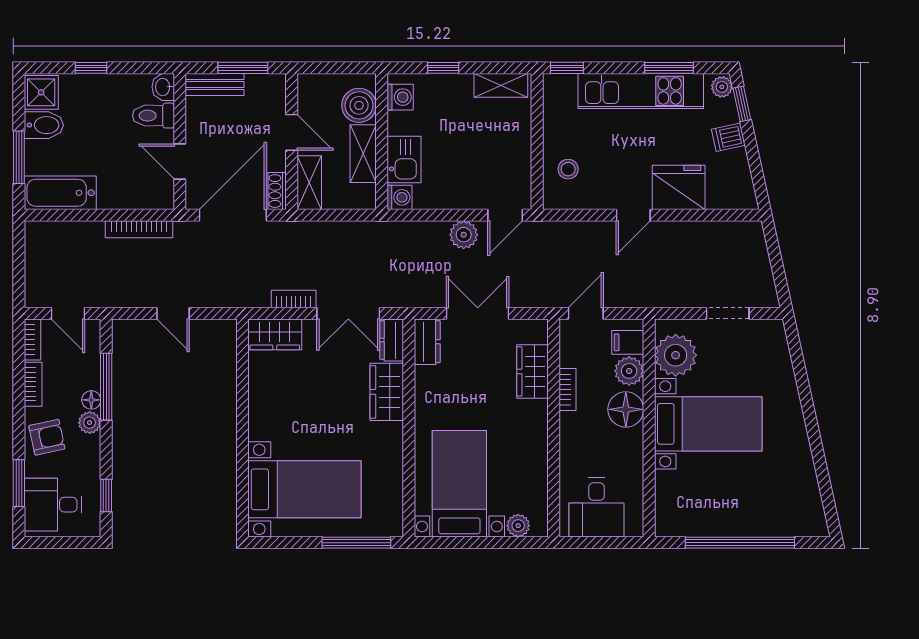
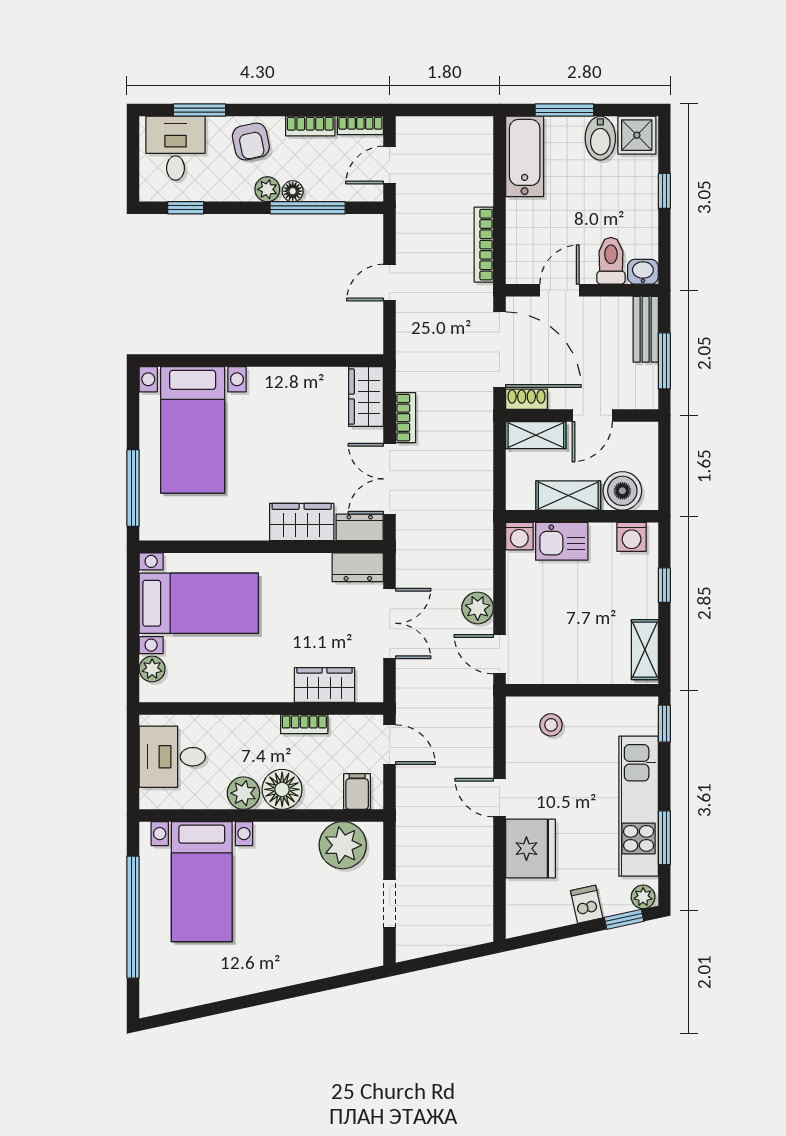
plant: (629, 371) -> (243, 793), moved
bed with nightstands: (708, 424) -> (202, 882), moved

